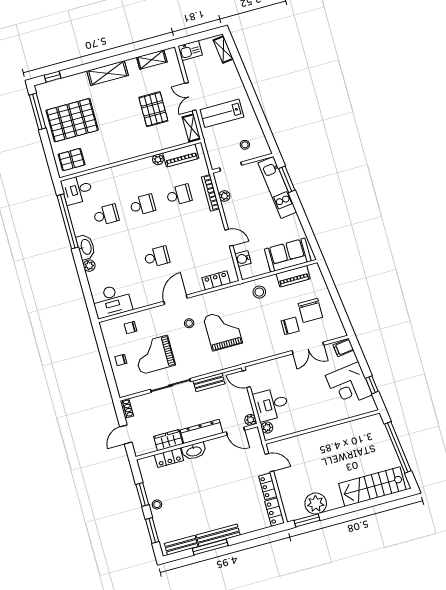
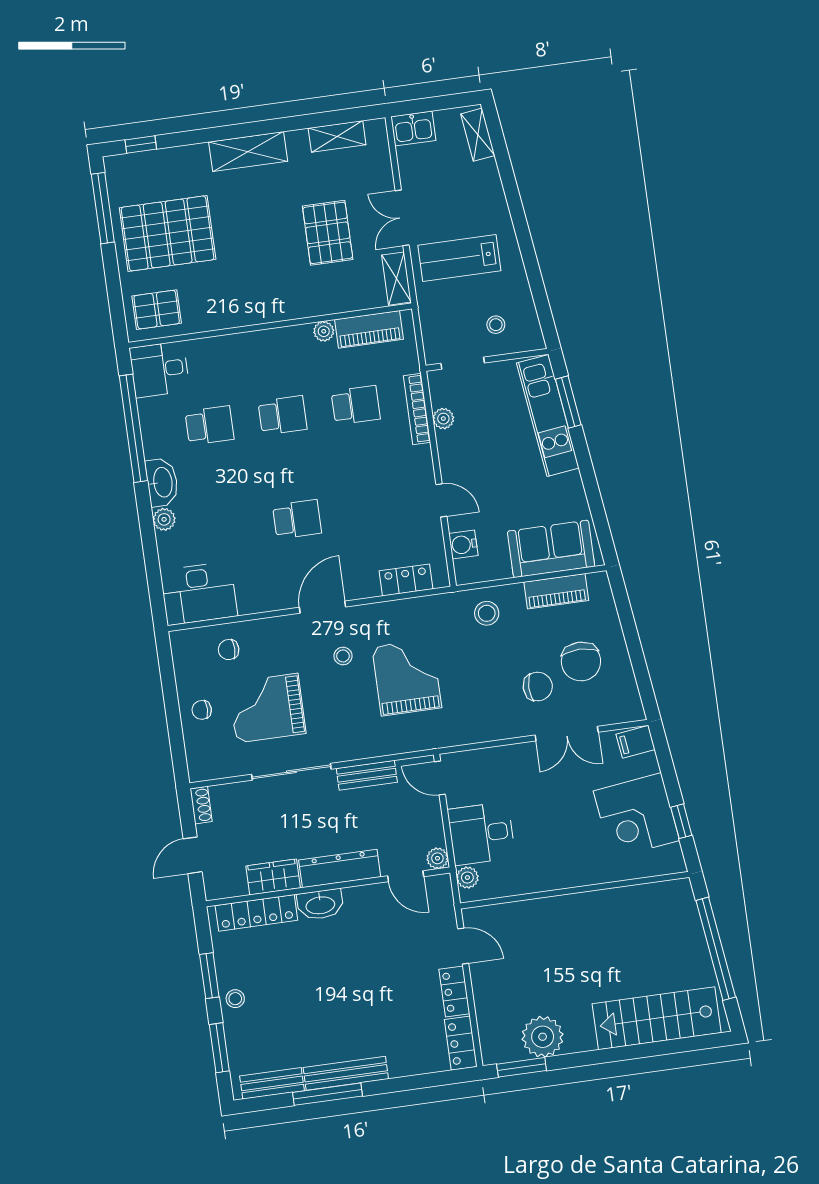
locker: (169, 458) -> (256, 913), width x1.53

